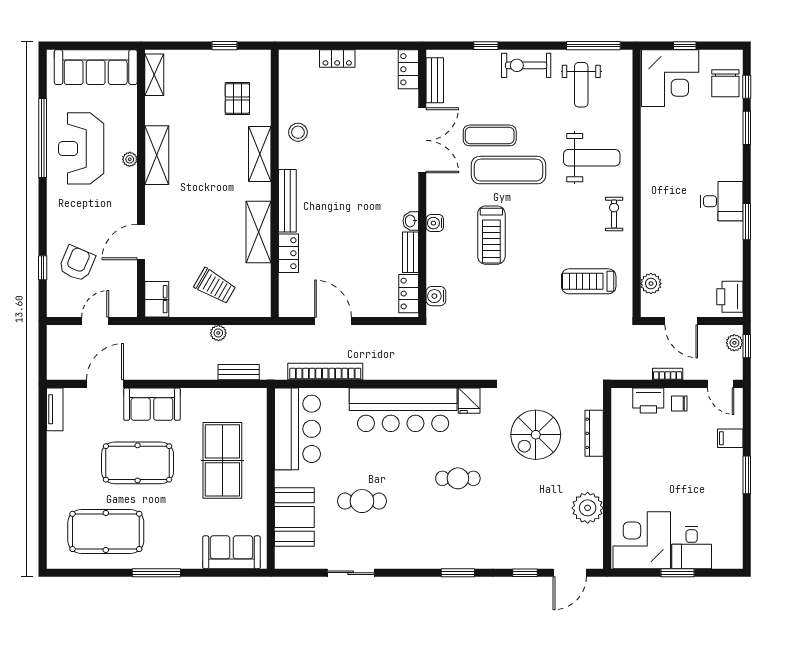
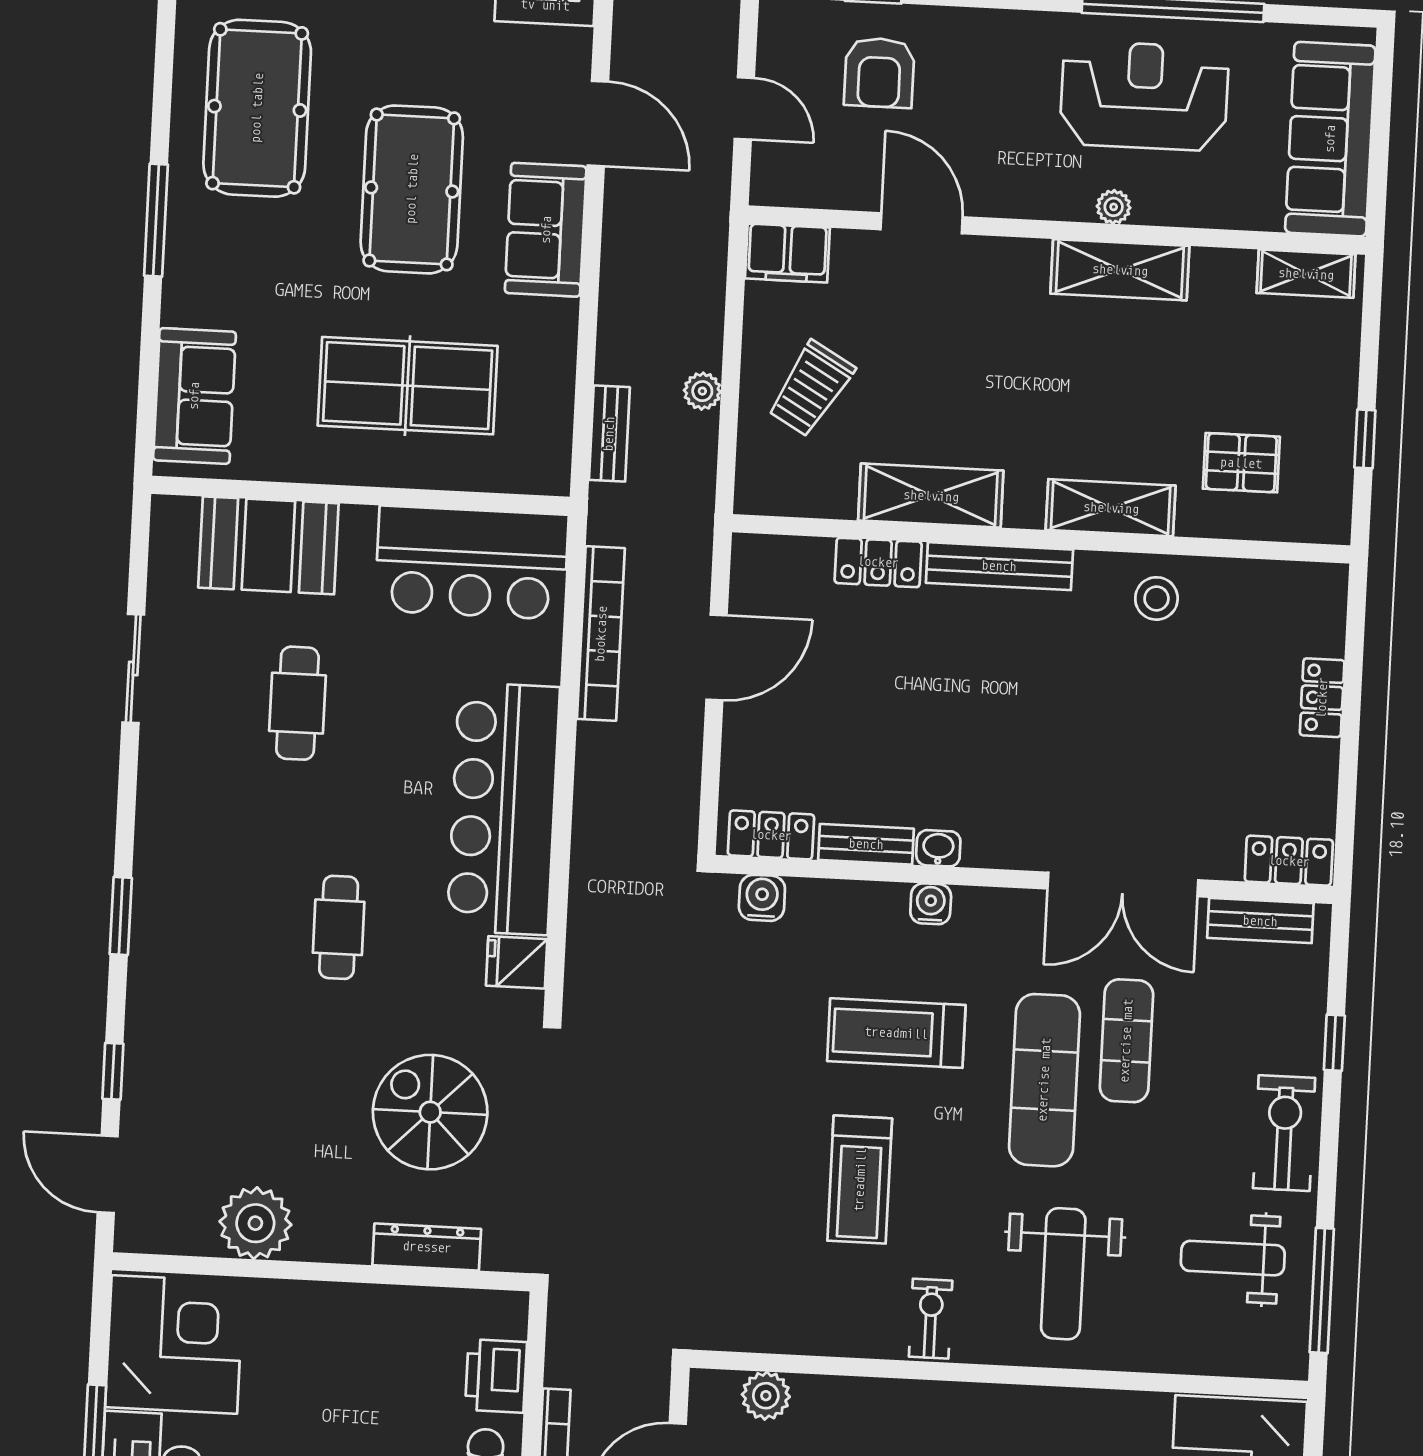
exercise bike: (614, 214) -> (931, 1319), turned -90
armchair: (77, 263) -> (879, 73), turned 67
treadmill: (589, 281) -> (860, 1180), moved, turned 180

